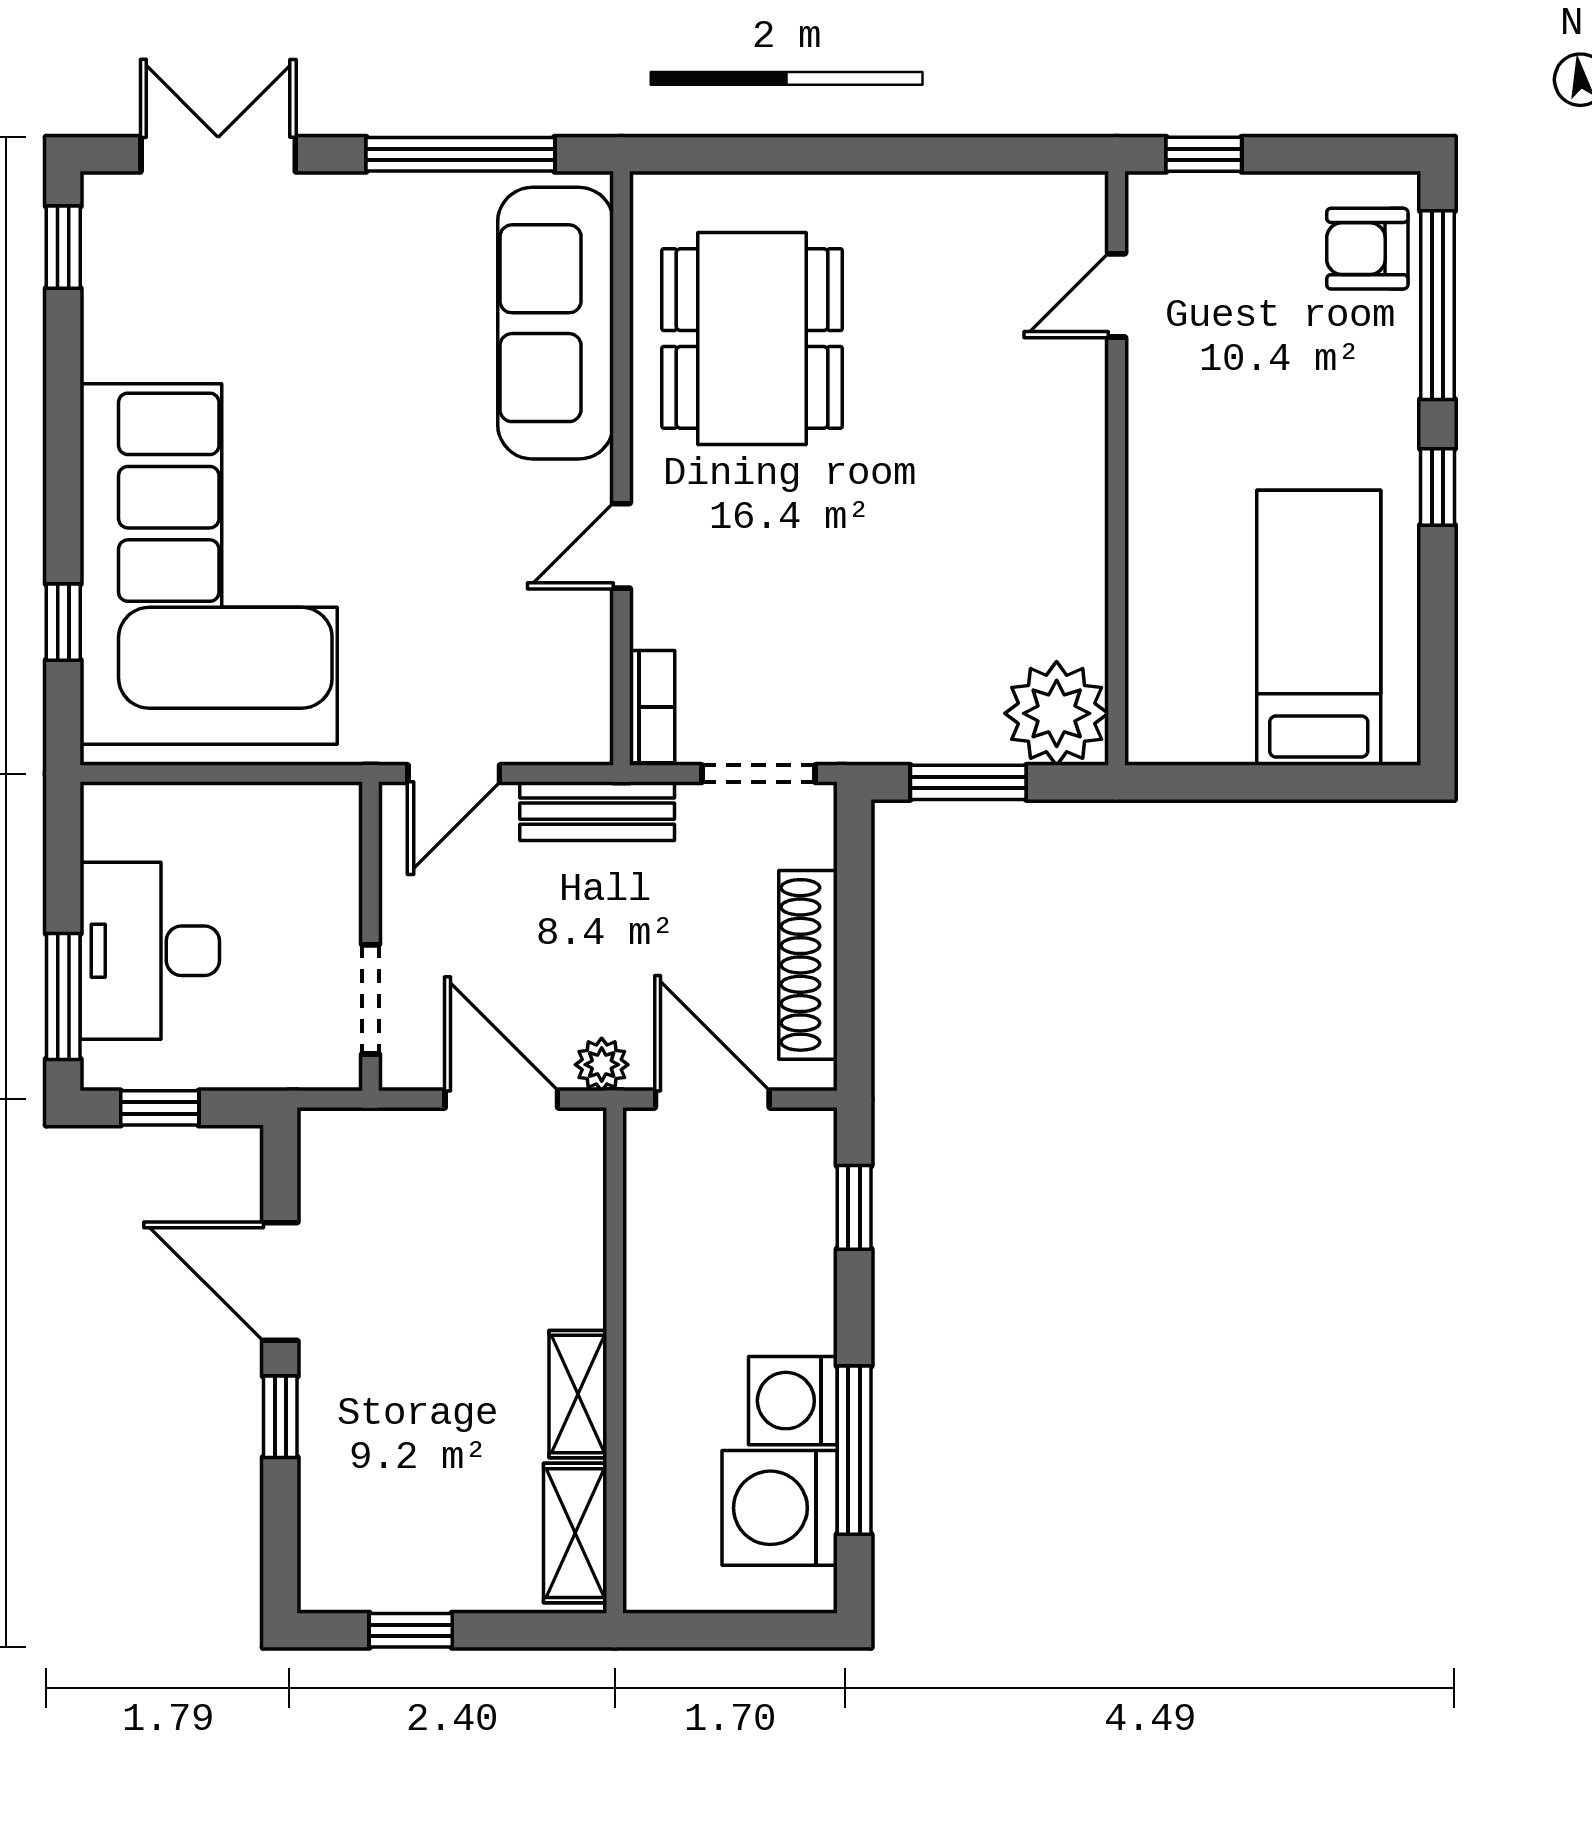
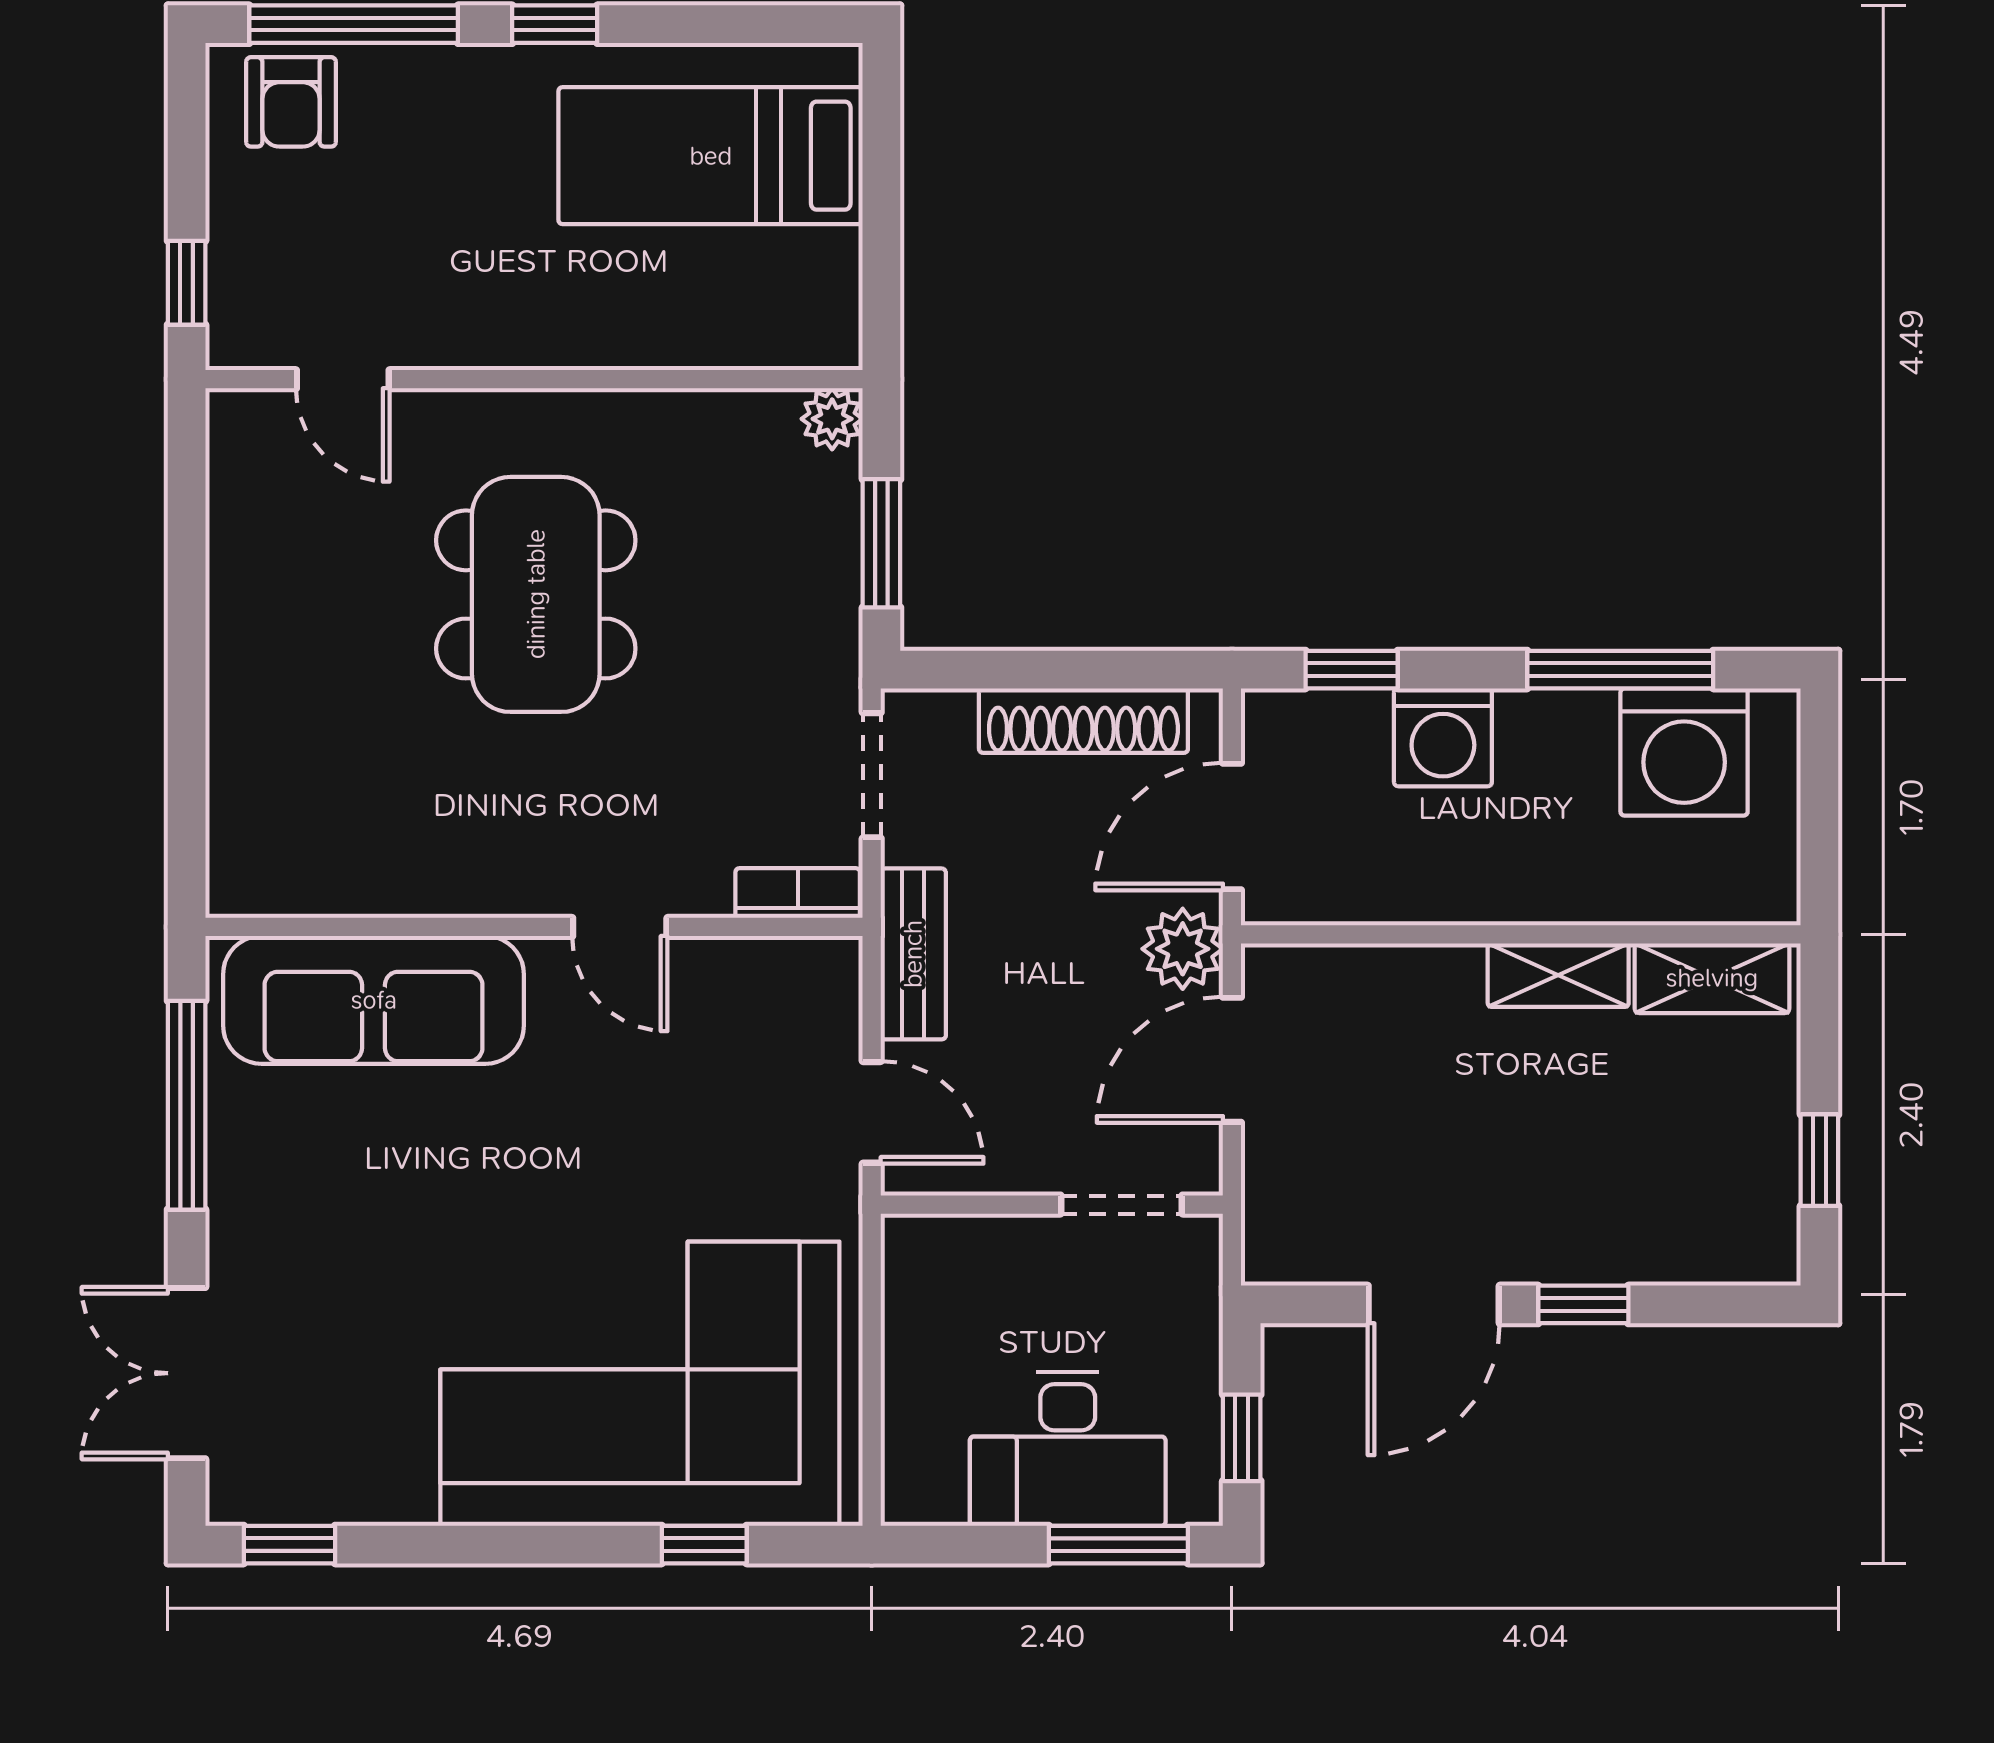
dining table: (752, 338) -> (536, 594), moved, turned 90
plant: (1057, 713) -> (832, 419), width x0.53, depth x0.53
plant: (602, 1065) -> (1183, 949), width x1.38, depth x1.38
washing machine: (793, 1401) -> (1443, 737), moved

